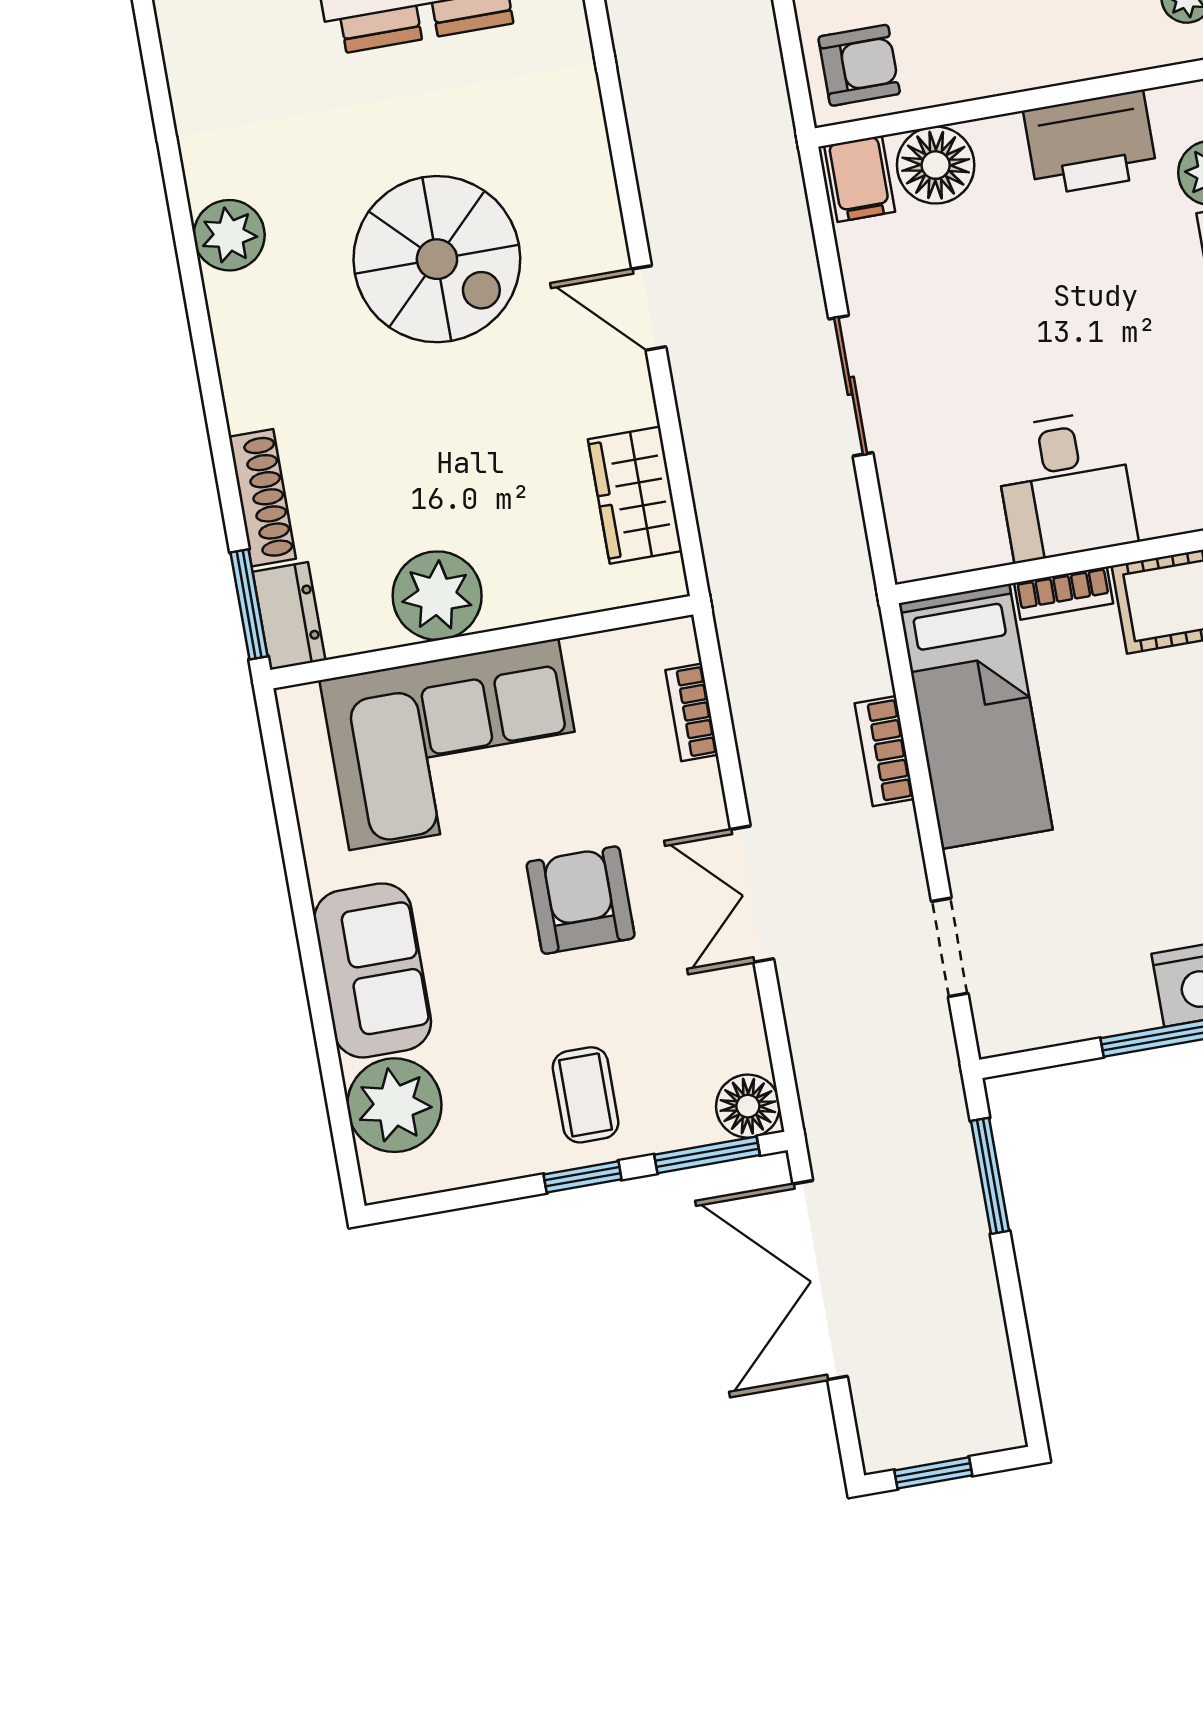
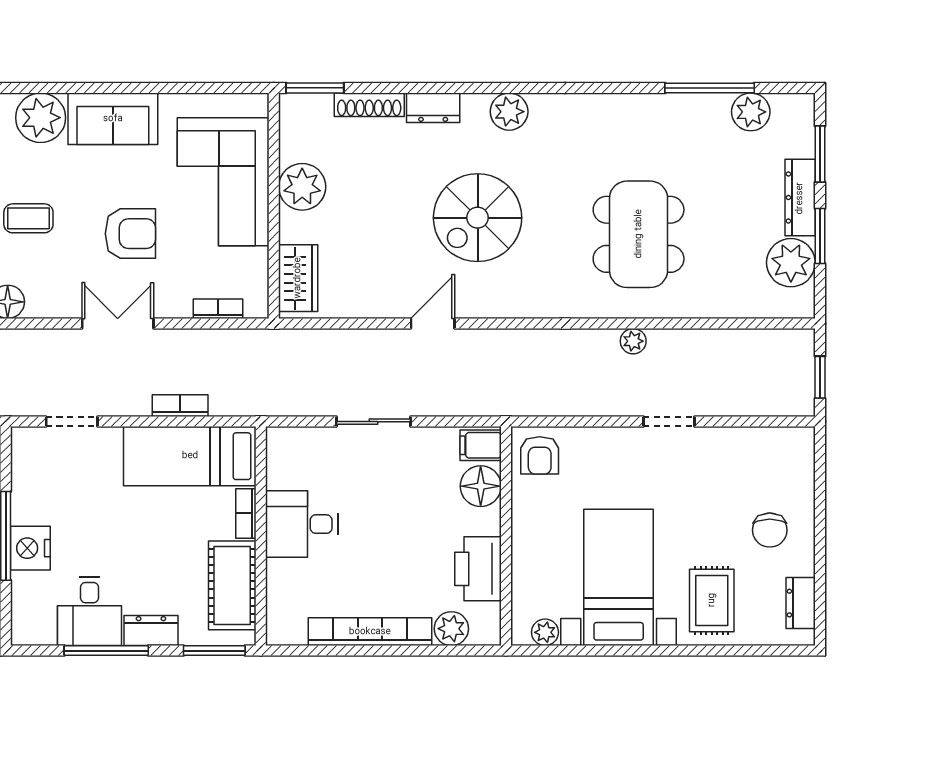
wardrobe: (635, 495) -> (298, 278), moved, turned 90
dresser: (289, 616) -> (433, 108), moved

